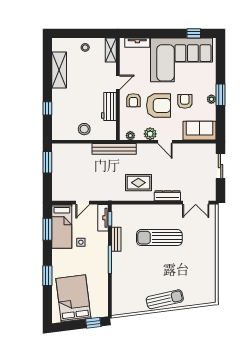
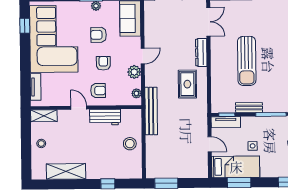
armchair: (159, 105) -> (103, 63), width x0.53, depth x0.53

